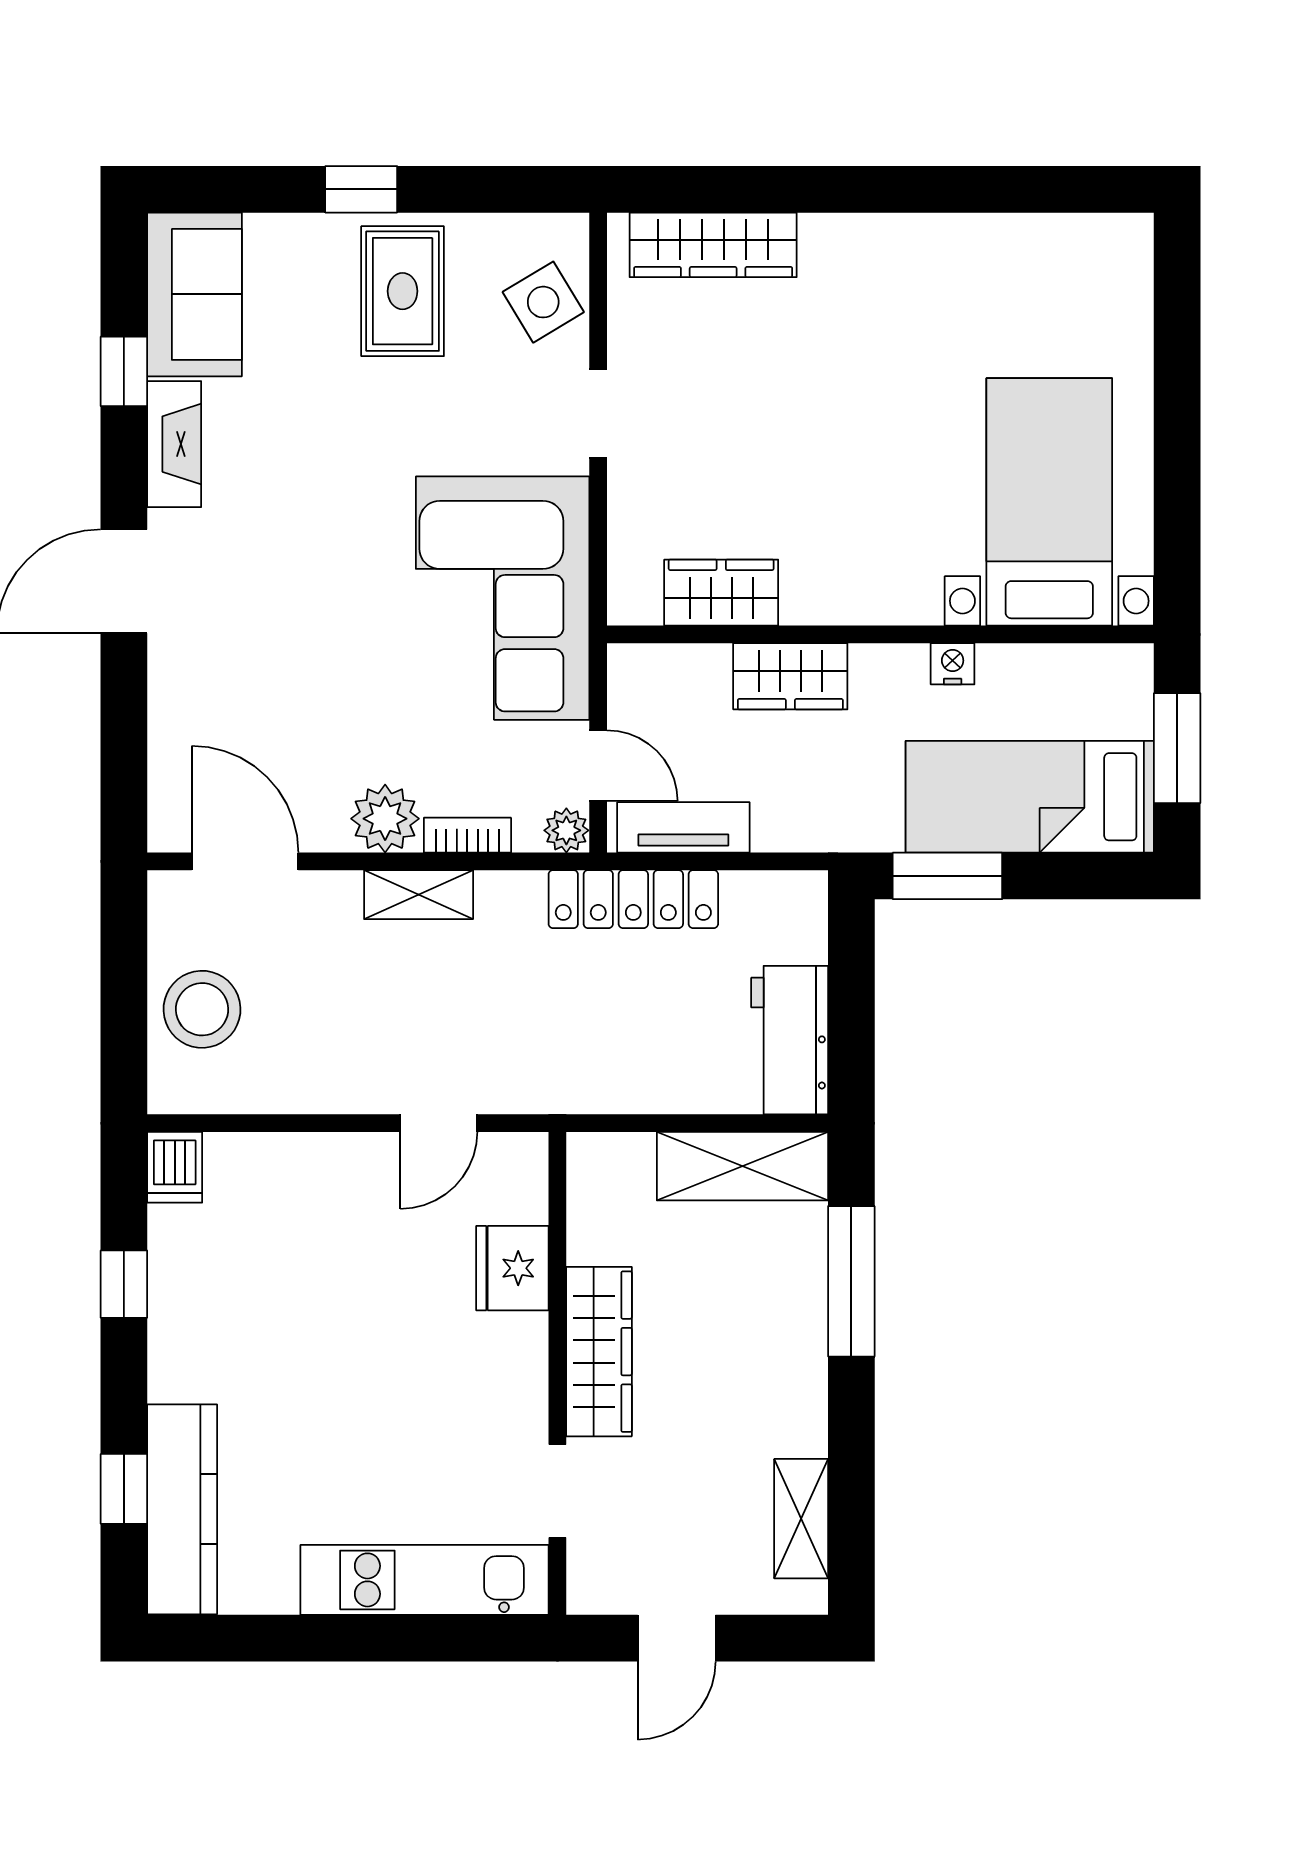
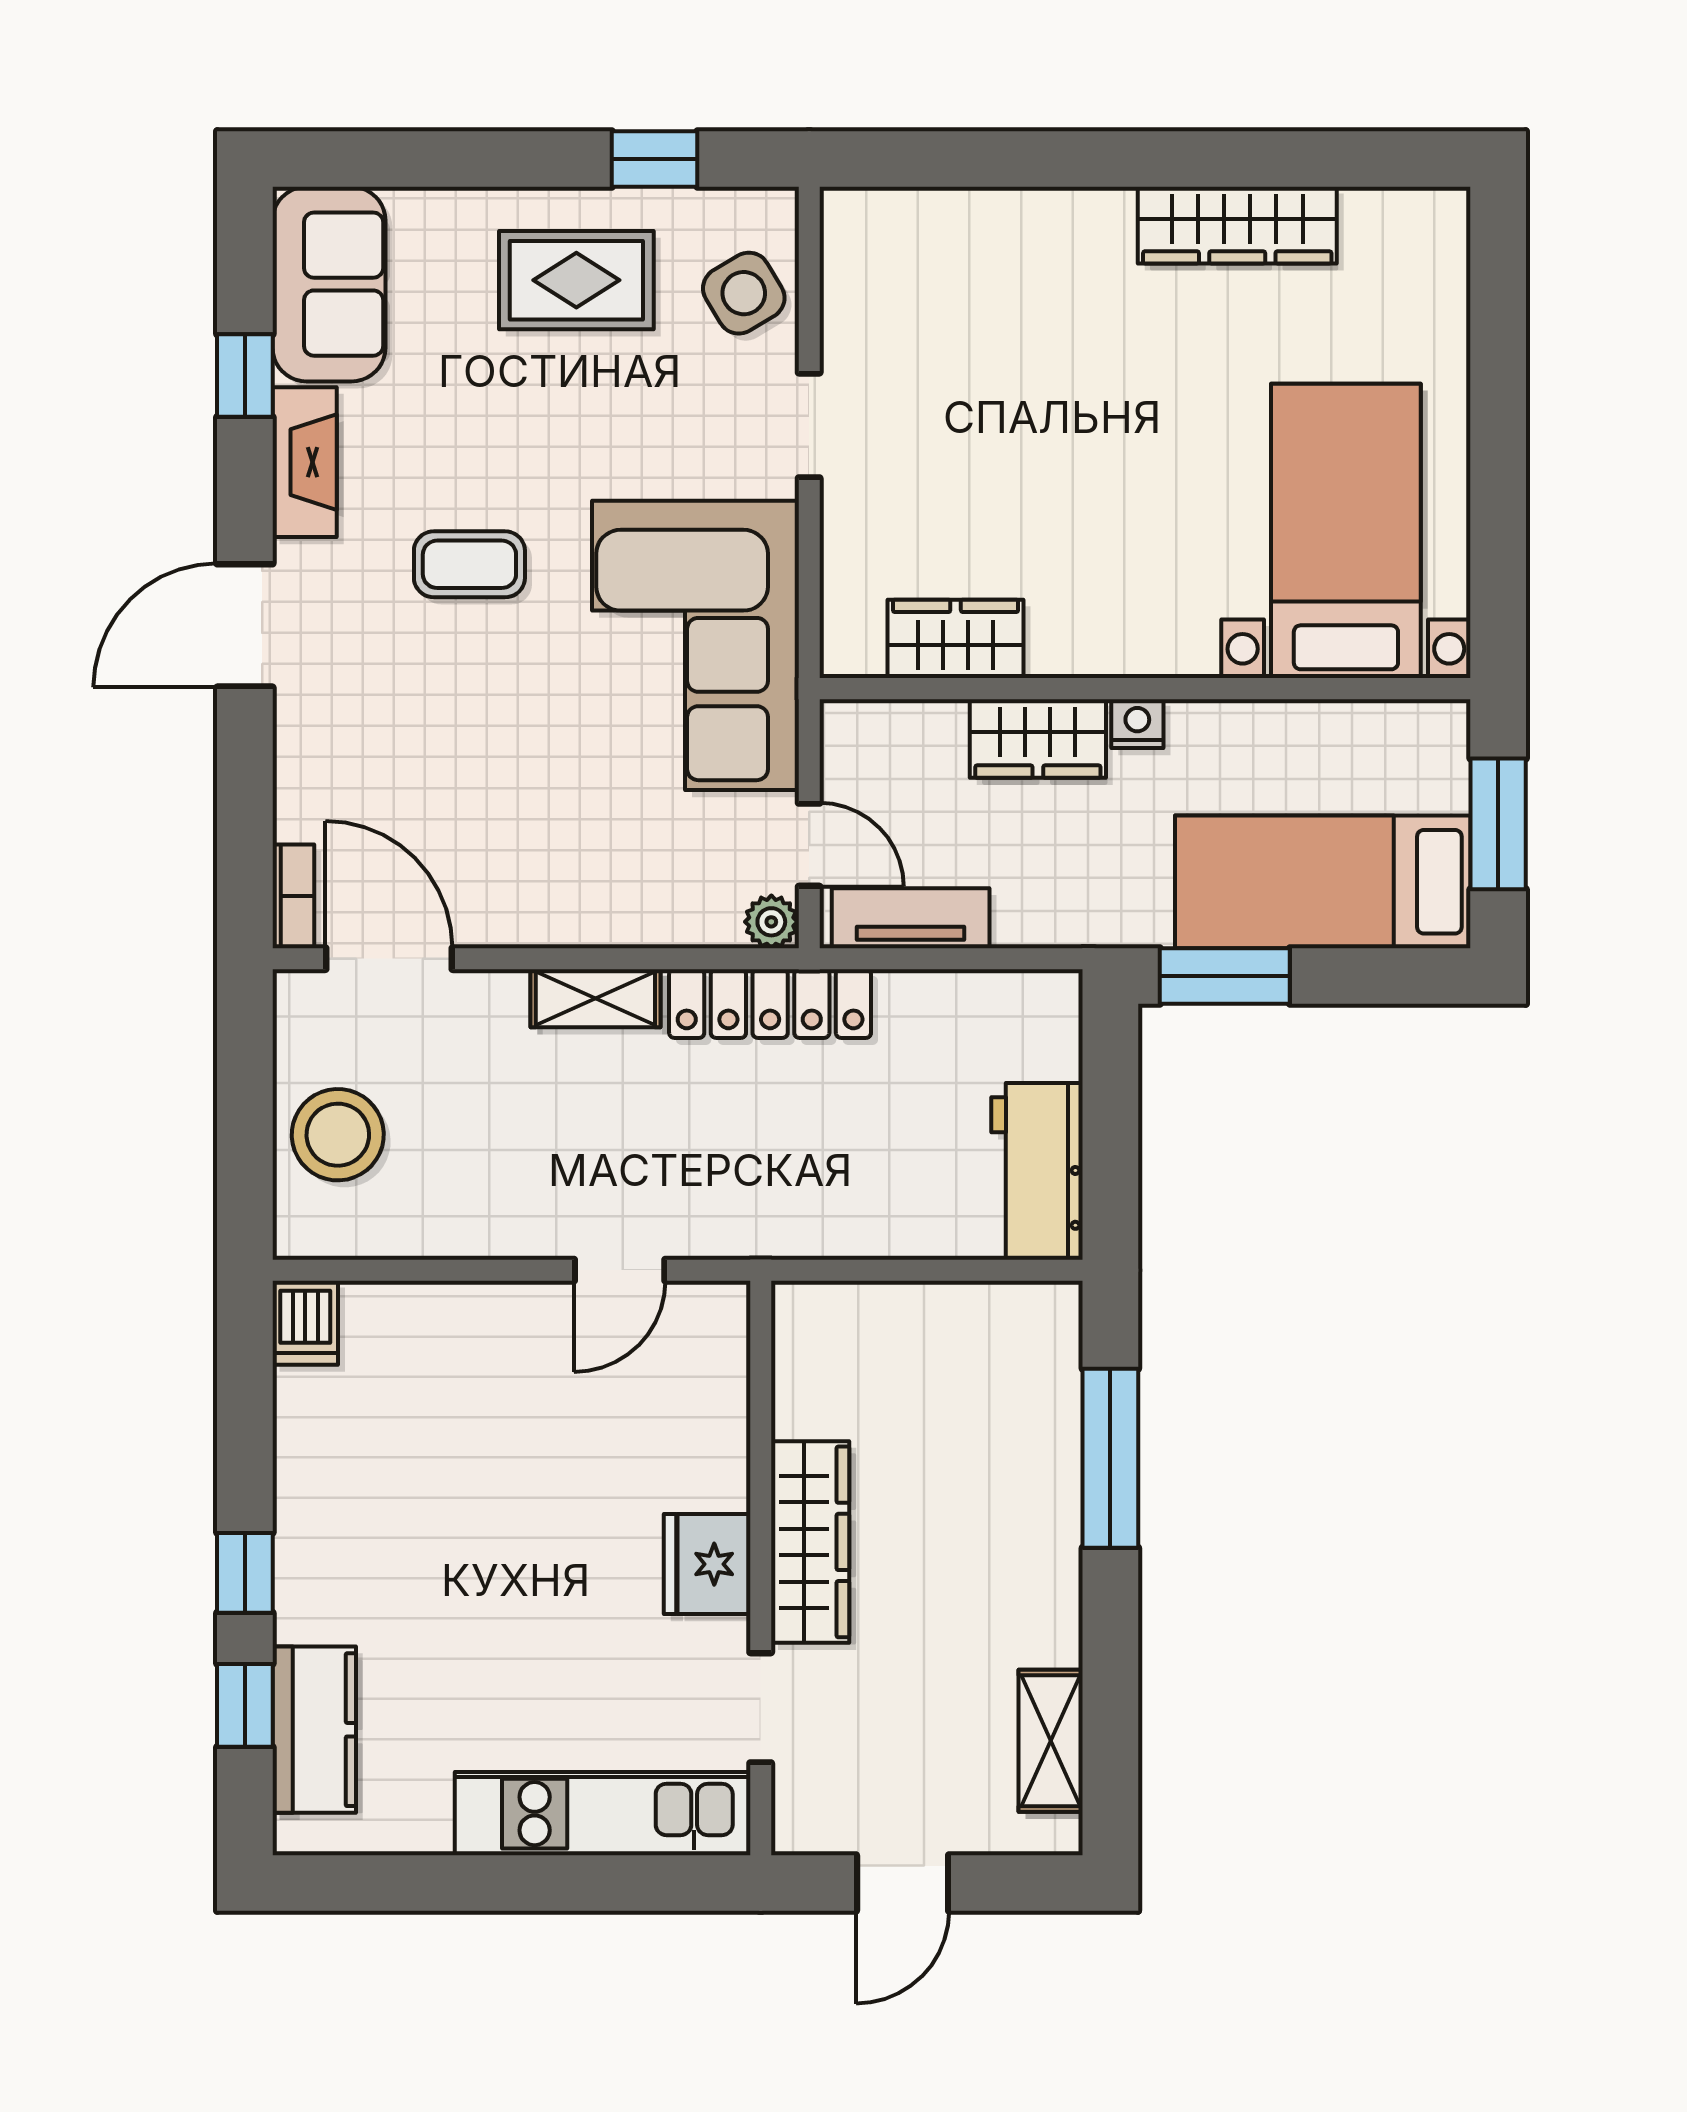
window: (361, 189) -> (655, 159), moved
wardrobe: (713, 245) -> (1237, 225), moved
rug: (403, 291) -> (576, 280), turned 90
coffee table: (313, 530) -> (469, 564), added
nightstand: (953, 664) -> (1137, 724), moved
plant: (385, 819) -> (556, 908), removed
bookcase: (467, 835) -> (293, 896), moved, turned 90
locker: (633, 899) -> (770, 1004), moved
shelving: (742, 1166) -> (981, 1321), removed
fridge: (512, 1268) -> (707, 1564), moved
window: (124, 1284) -> (245, 1573), moved
kitchen counter: (182, 1509) -> (314, 1730), width x0.67

